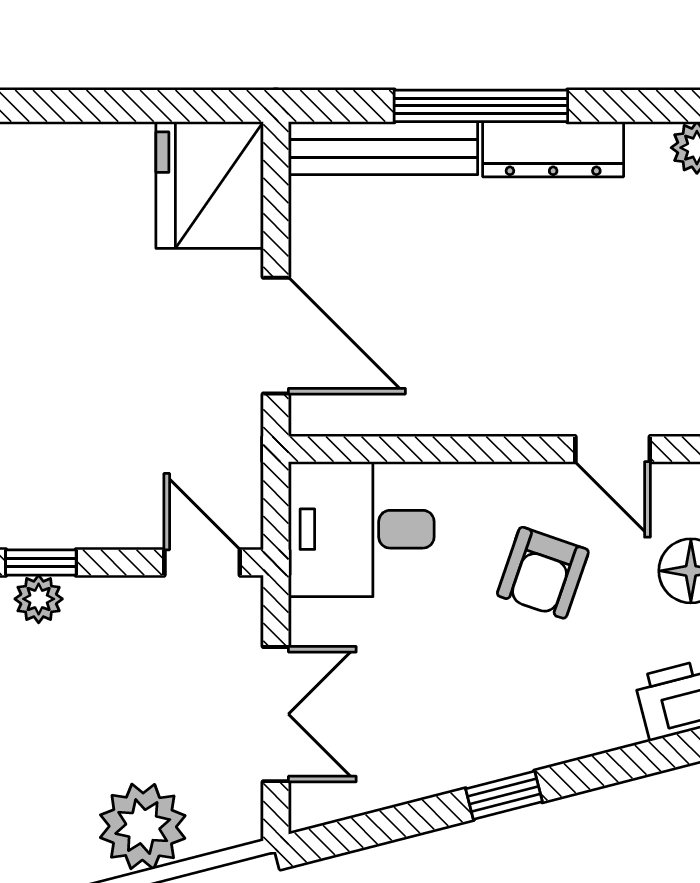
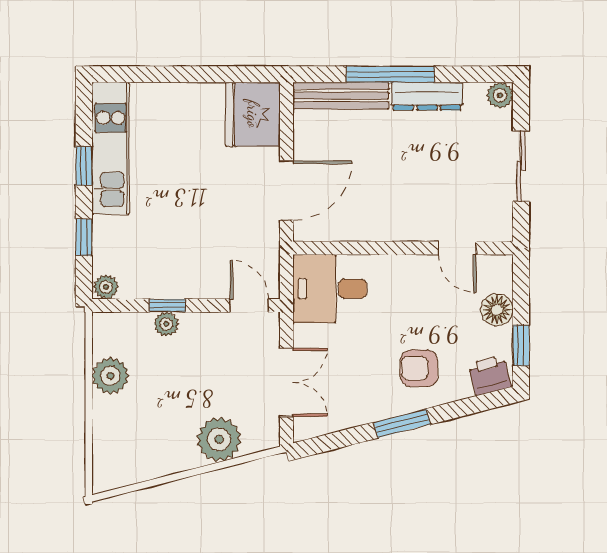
door: (276, 336) -> (287, 191), hinge flipped
armchair: (543, 573) -> (419, 368), moved, turned 71
window: (504, 795) -> (402, 423), width x1.50

